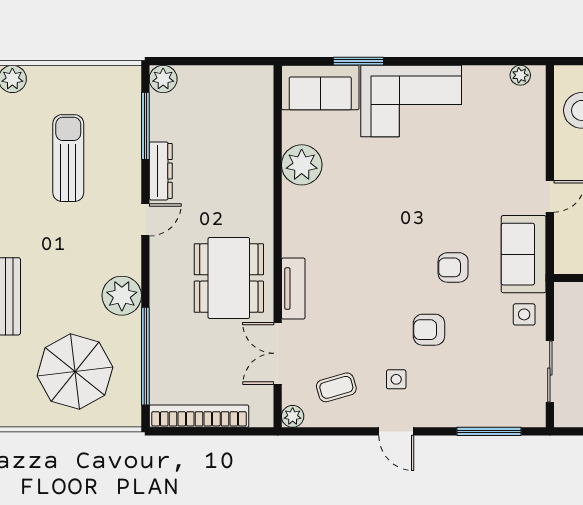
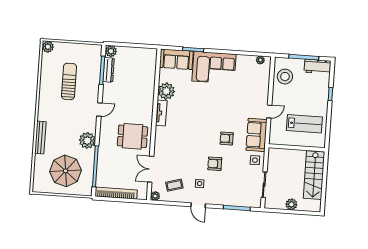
dresser: (161, 171) -> (109, 70), moved
dining table: (229, 278) -> (133, 136), width x0.73
tv unit: (293, 289) -> (161, 113), moved

